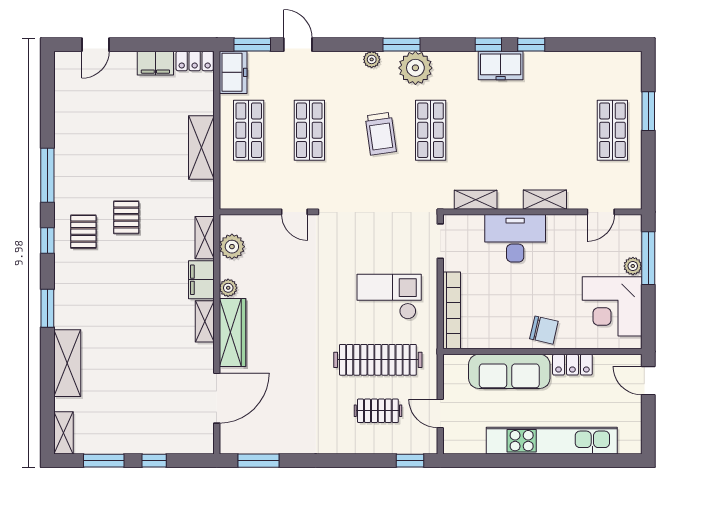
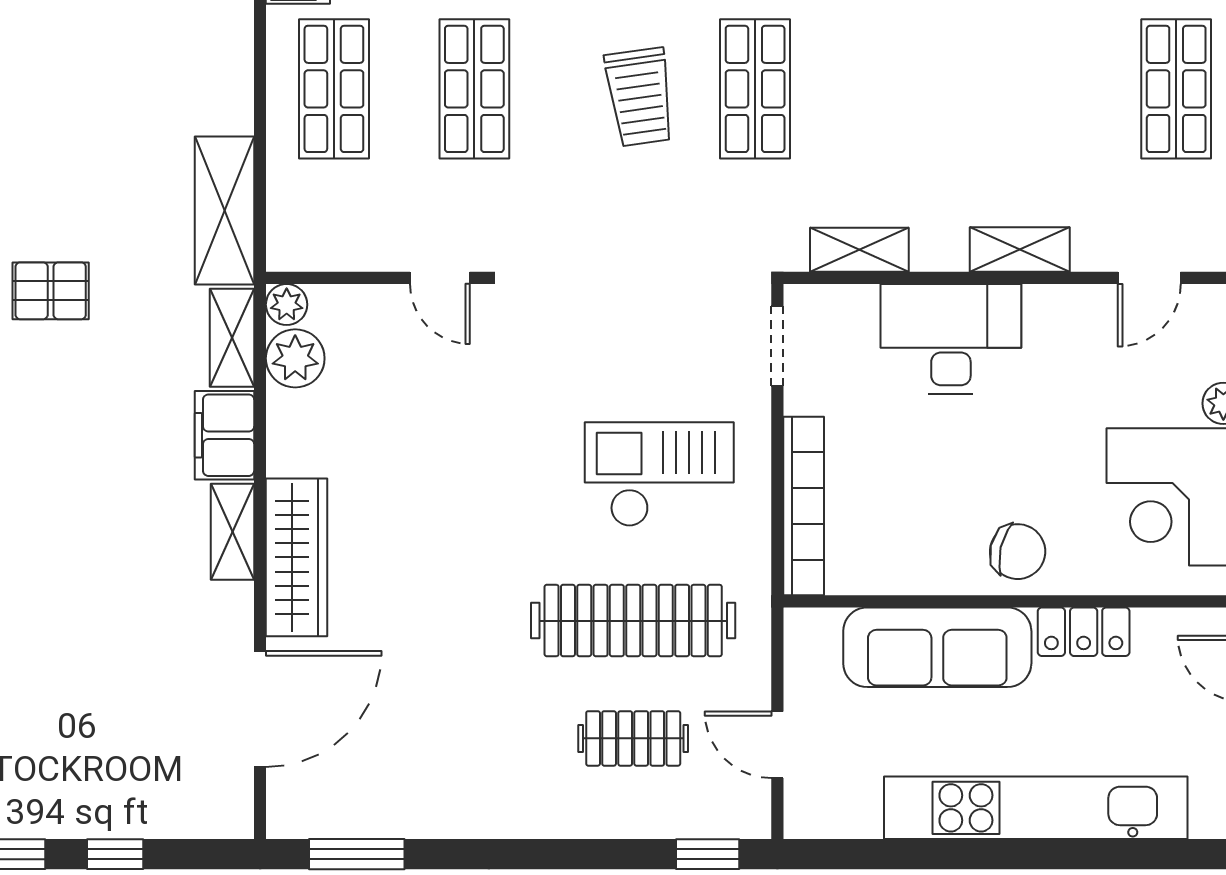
shelving: (201, 147) -> (224, 210), moved
pallet: (126, 217) -> (51, 291), turned 90
plant: (228, 288) -> (287, 305), moved

